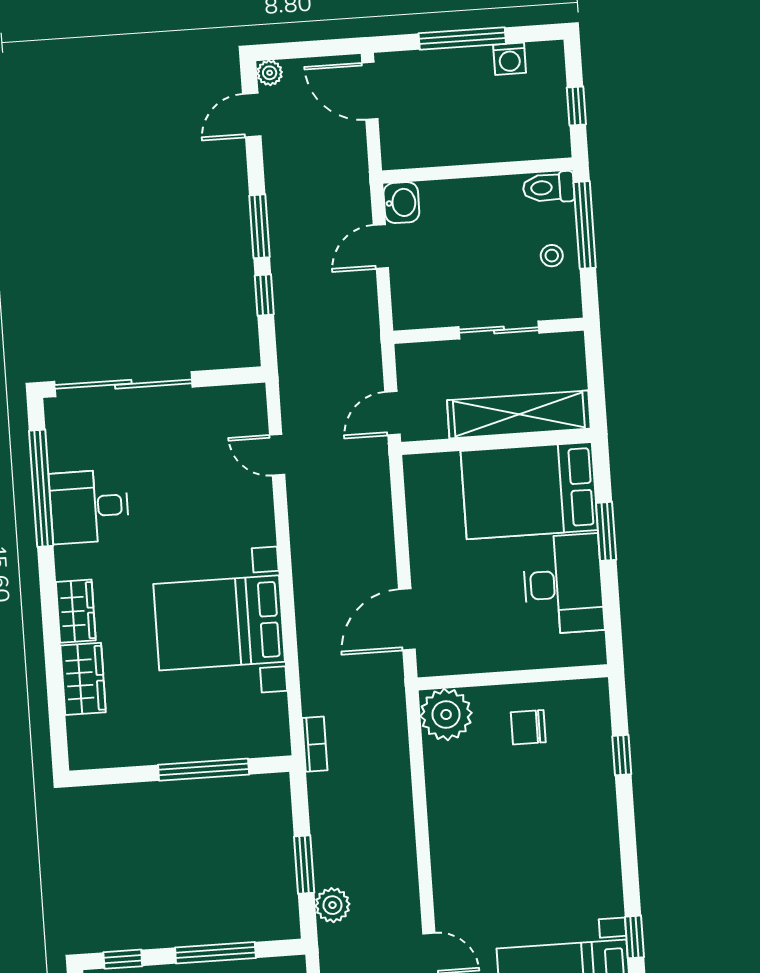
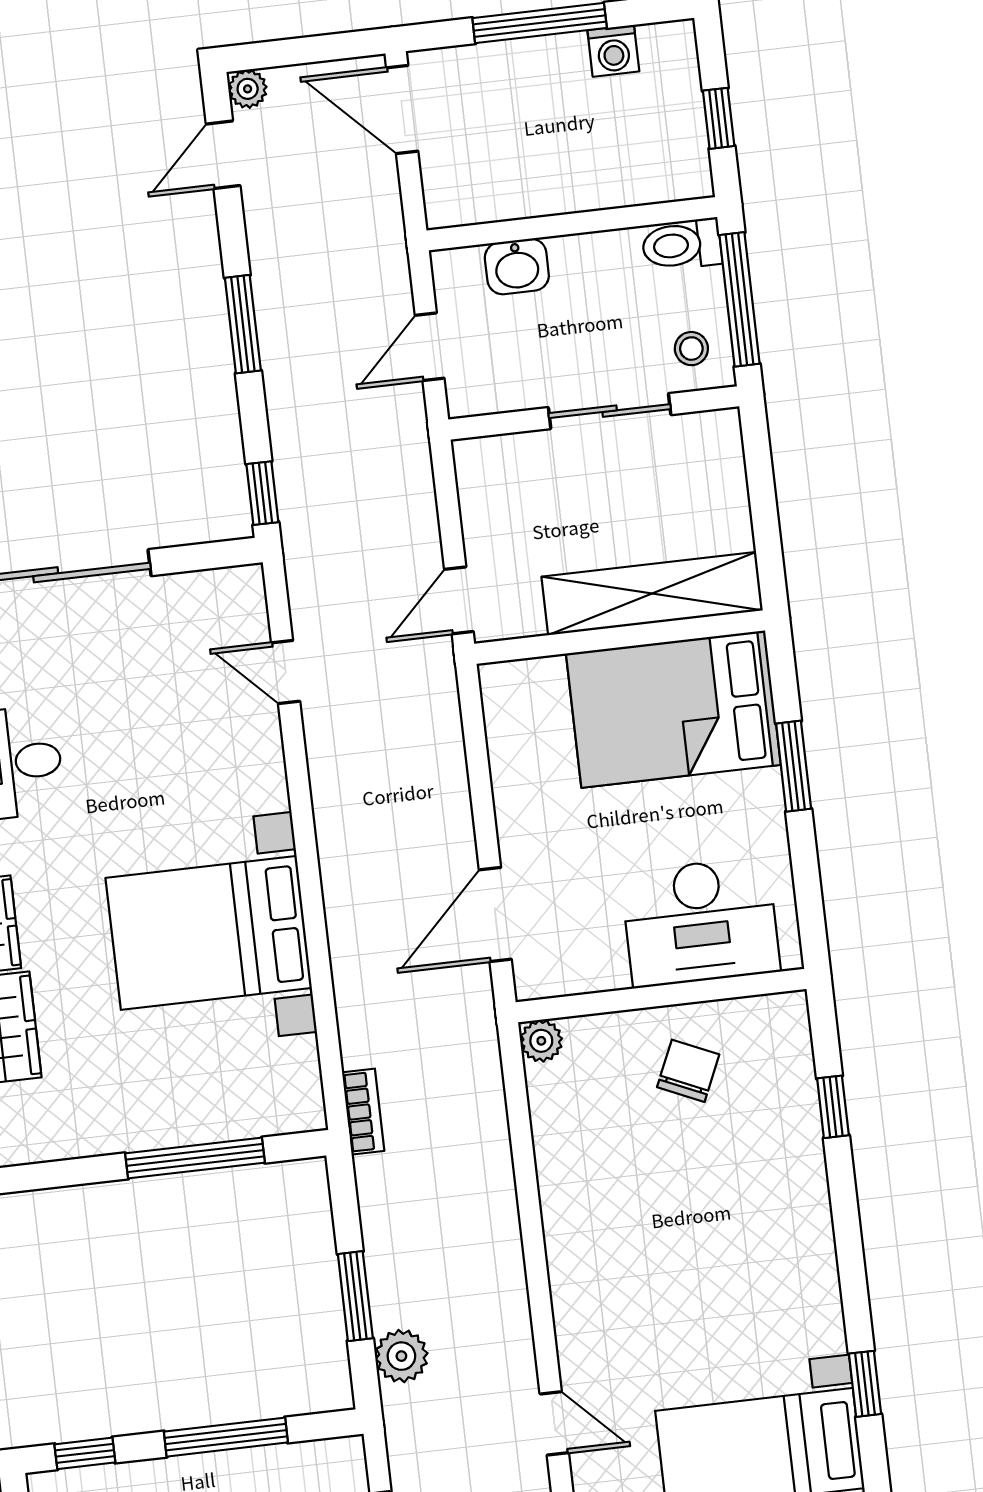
washbasin: (401, 203) -> (517, 266), moved, turned 90
window: (264, 295) -> (262, 493), moved
sliding door: (499, 330) -> (610, 411), moved
wall: (489, 331) -> (594, 413), moved
desk: (563, 584) -> (700, 922), moved, turned 90
plant: (446, 714) -> (541, 1041), width x0.53, depth x0.53
chair: (528, 727) -> (688, 1071), turned 114

